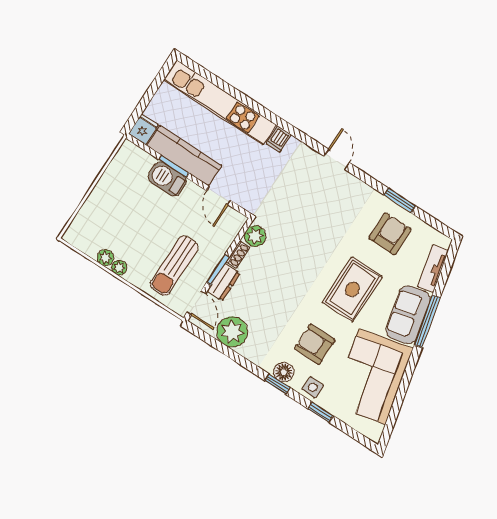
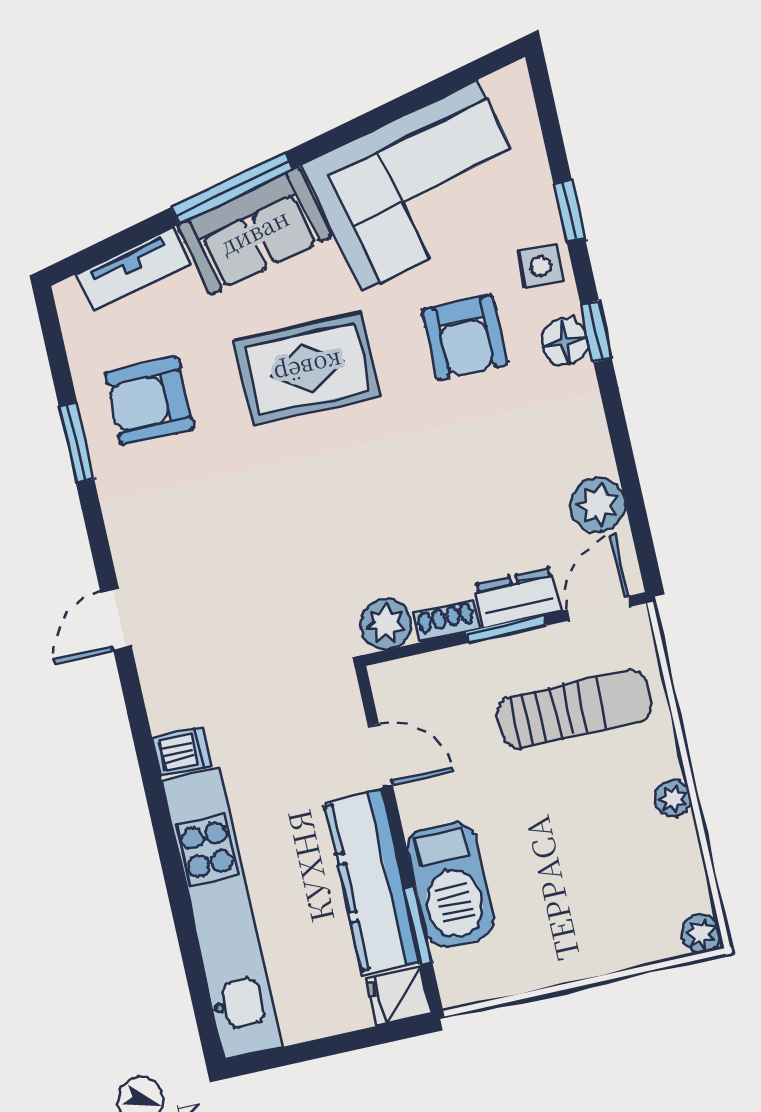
window: (174, 166) -> (418, 925), moved
barbecue: (167, 179) -> (450, 885), width x1.37, depth x1.21
door: (219, 196) -> (380, 755), hinge flipped
plant: (105, 258) -> (701, 933), moved
plant: (232, 332) -> (598, 505), width x0.73, depth x0.73

